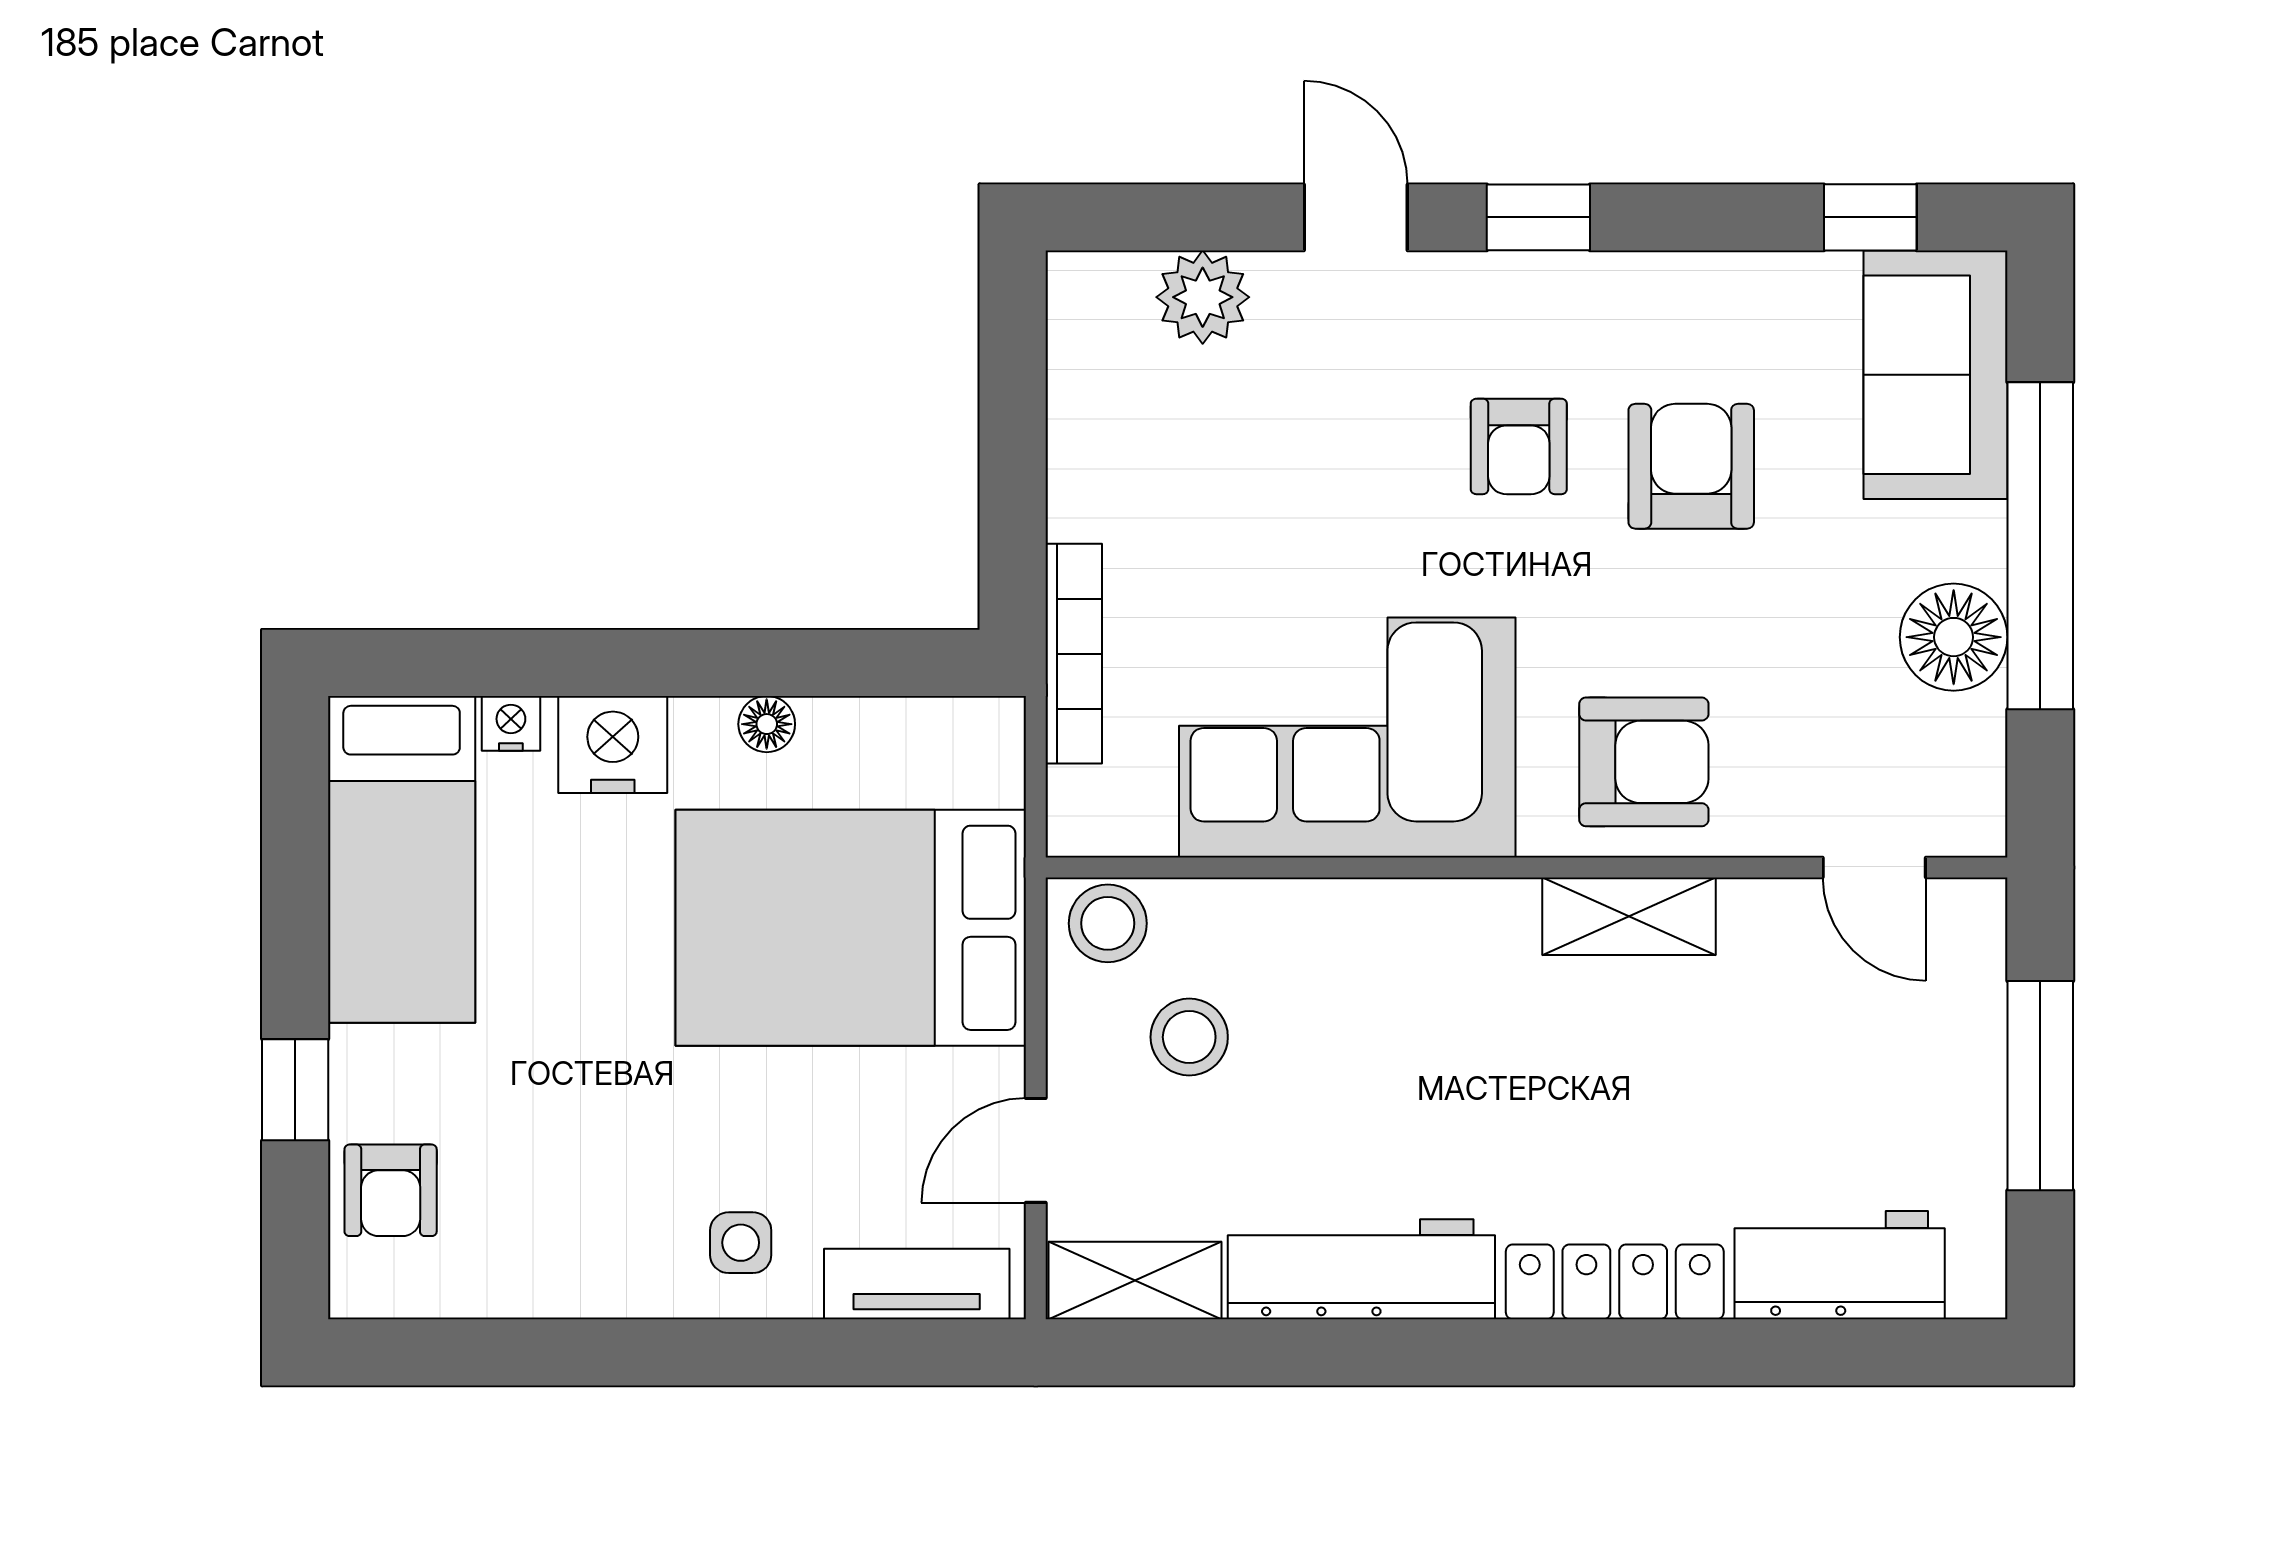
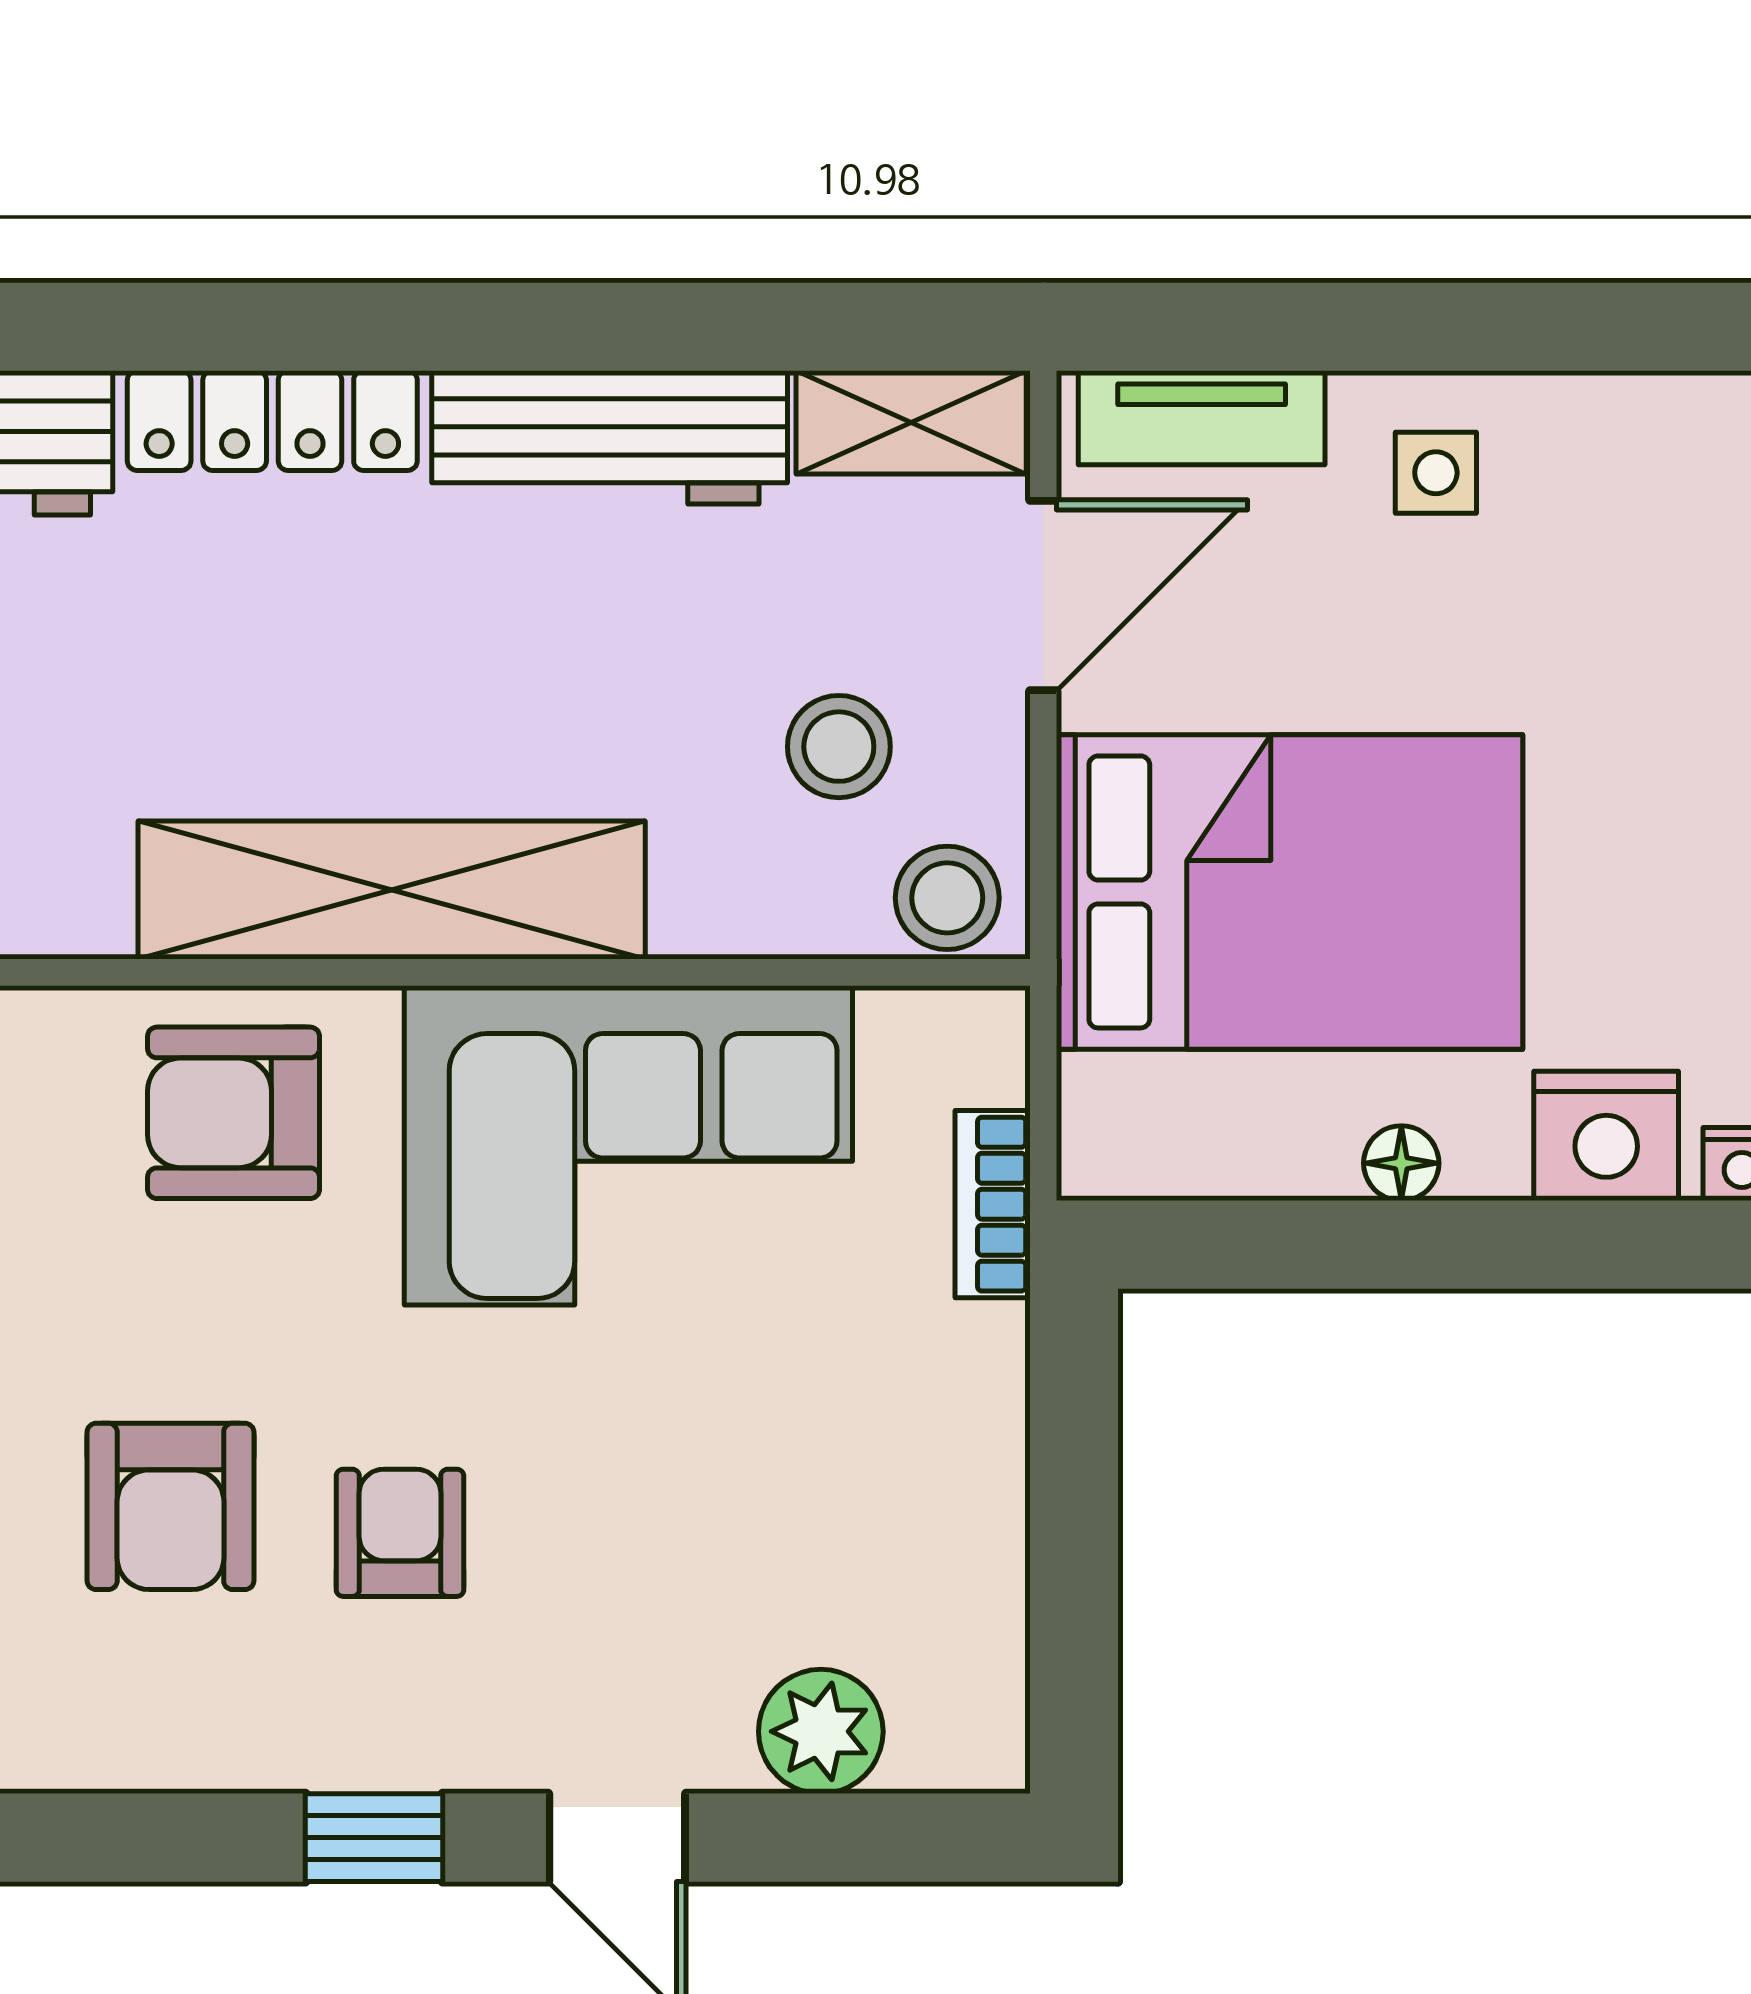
bookcase: (1074, 654) -> (993, 1204), width x0.64
shelving: (1629, 916) -> (392, 890), width x2.20, depth x1.33
door: (1036, 1150) -> (1043, 596), width x1.38

